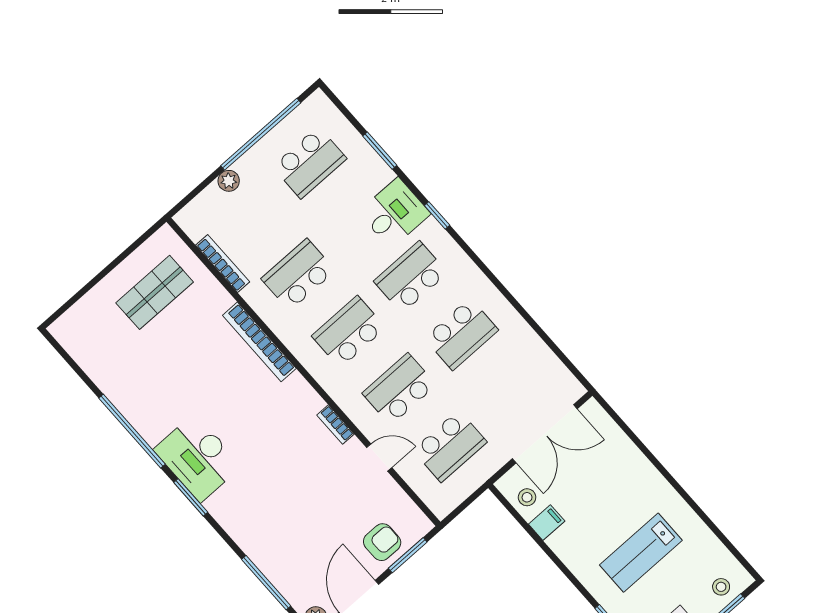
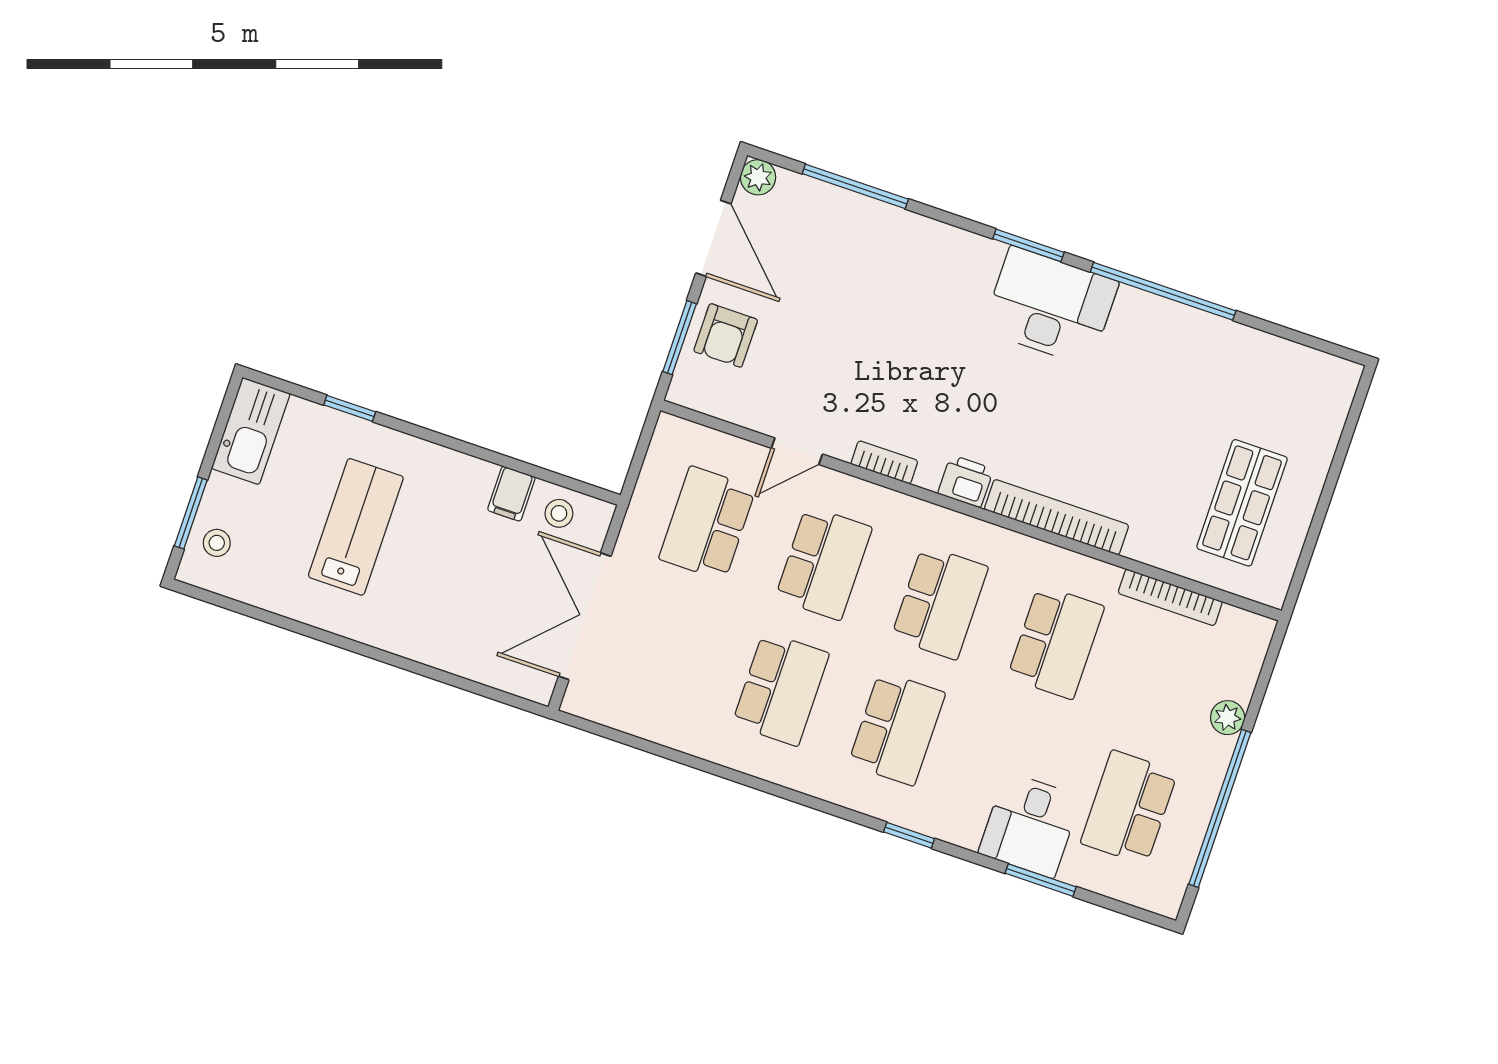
desk: (394, 213) -> (1030, 825), moved
school desk: (461, 334) -> (781, 689), turned 180
printer: (297, 389) -> (966, 481), added

